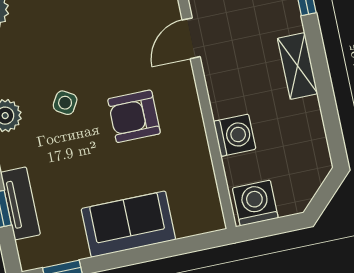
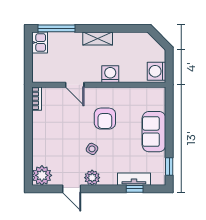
washing machine: (235, 135) -> (110, 74), moved

